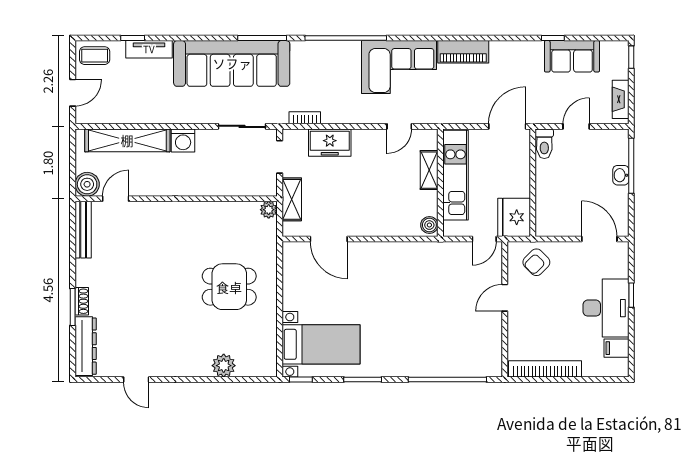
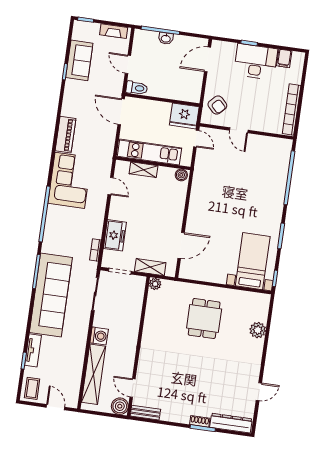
bench: (83, 230) -> (145, 413), width x0.73

